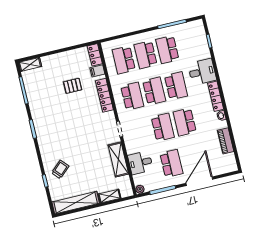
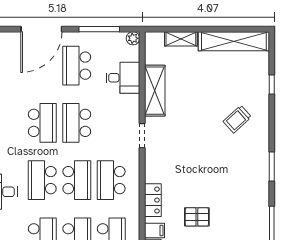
school desk: (154, 91) -> (77, 180), turned 180
locker: (104, 95) -> (153, 200), width x0.66
trolley: (60, 169) -> (237, 119), moved

